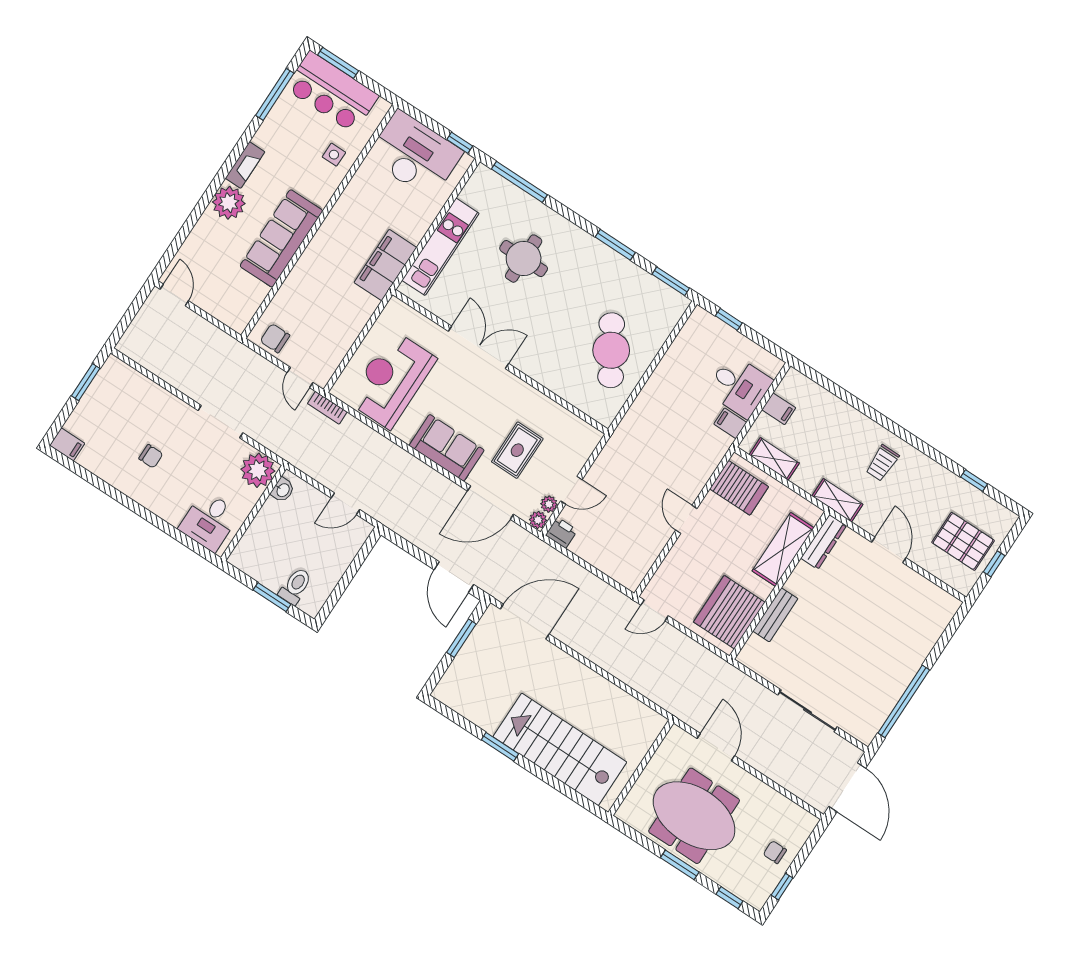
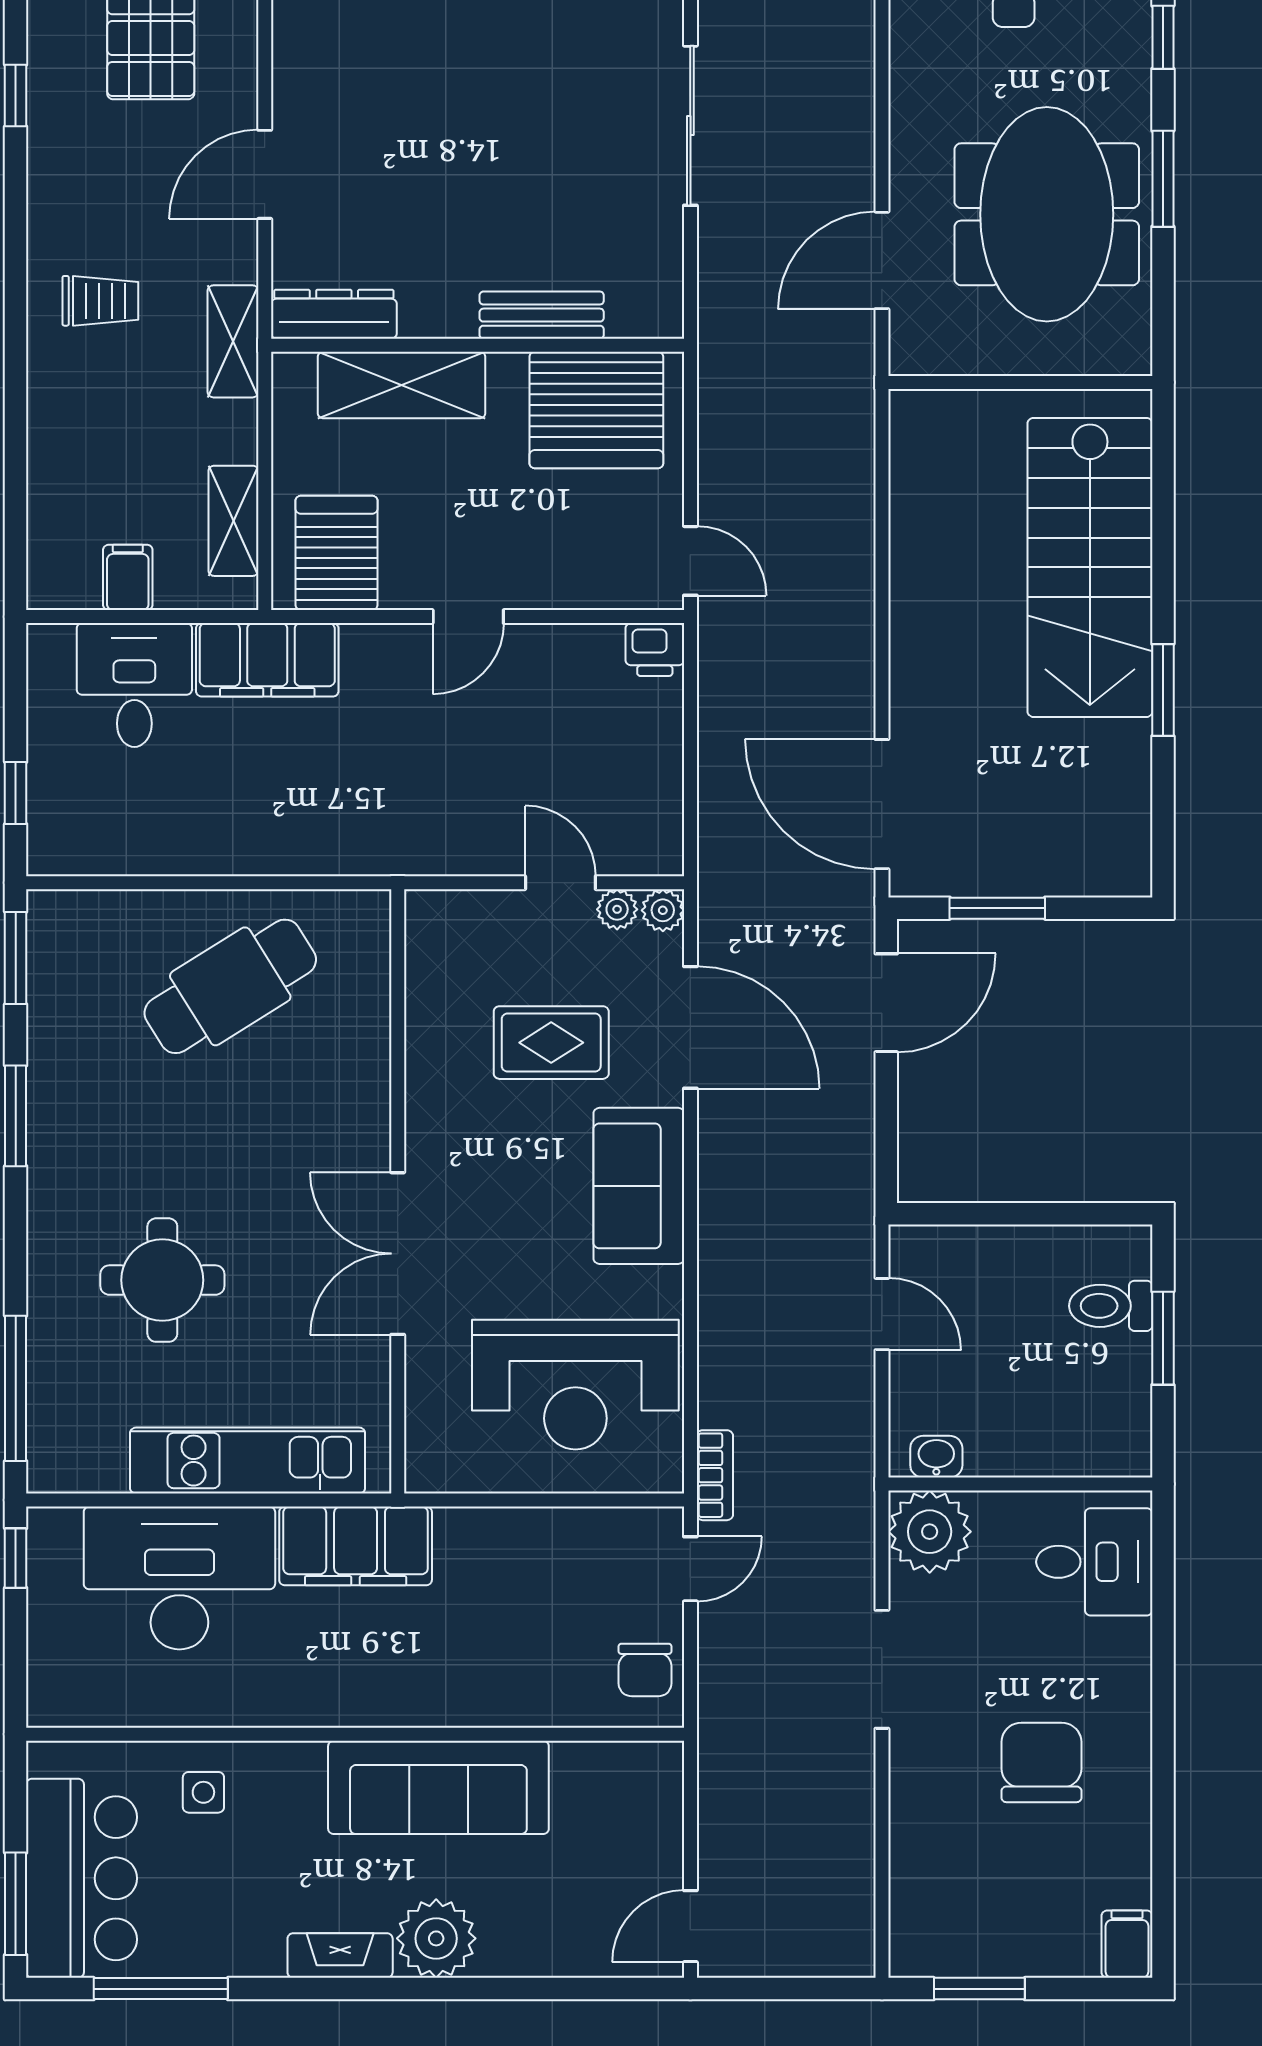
desk: (415, 154) -> (179, 1578), moved, turned 90
filing cabinet: (730, 423) -> (267, 660), width x3.00, depth x1.17
chair: (151, 456) -> (1041, 1762), width x1.87, depth x1.87
printer: (561, 533) -> (655, 650), moved, turned -90

